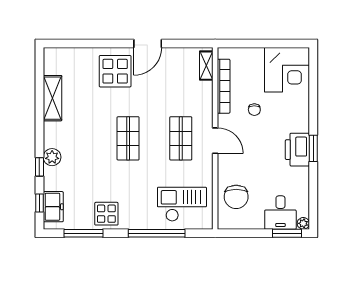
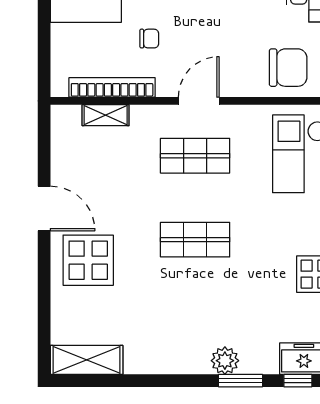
shelving: (206, 66) -> (106, 115), moved
shelving: (52, 98) -> (87, 360), moved
window: (39, 167) -> (240, 381), width x1.50

